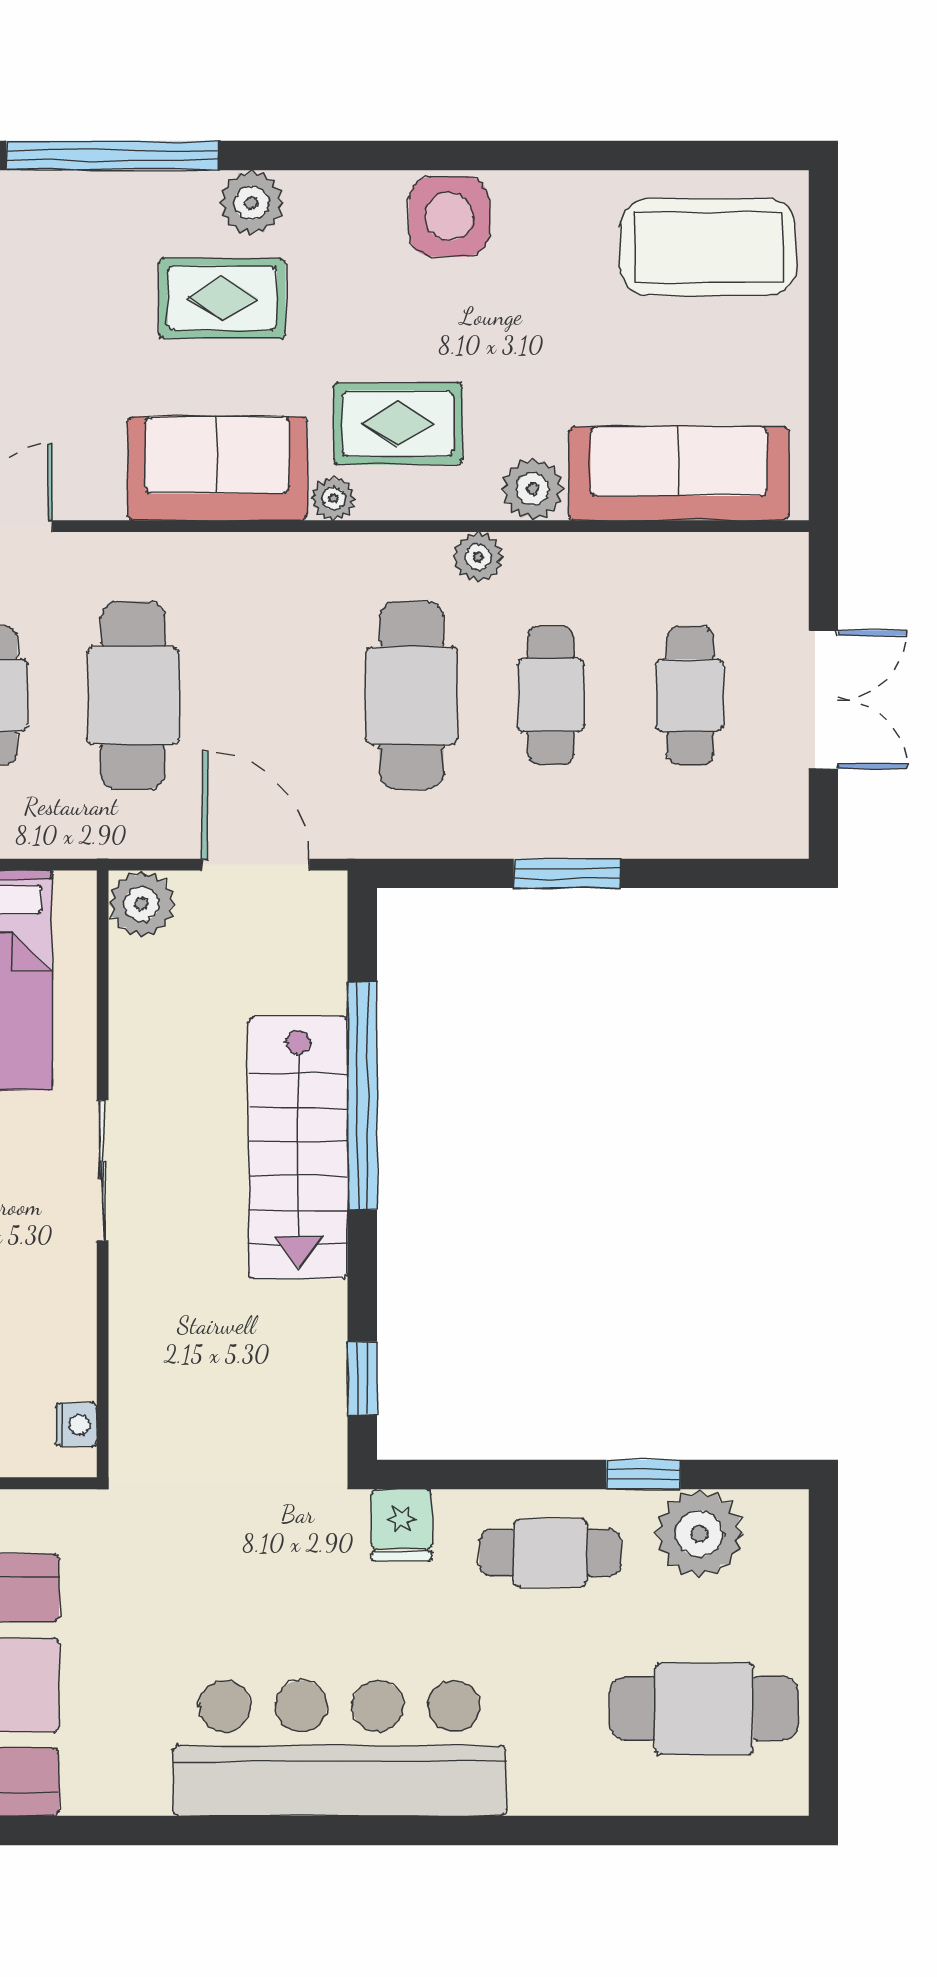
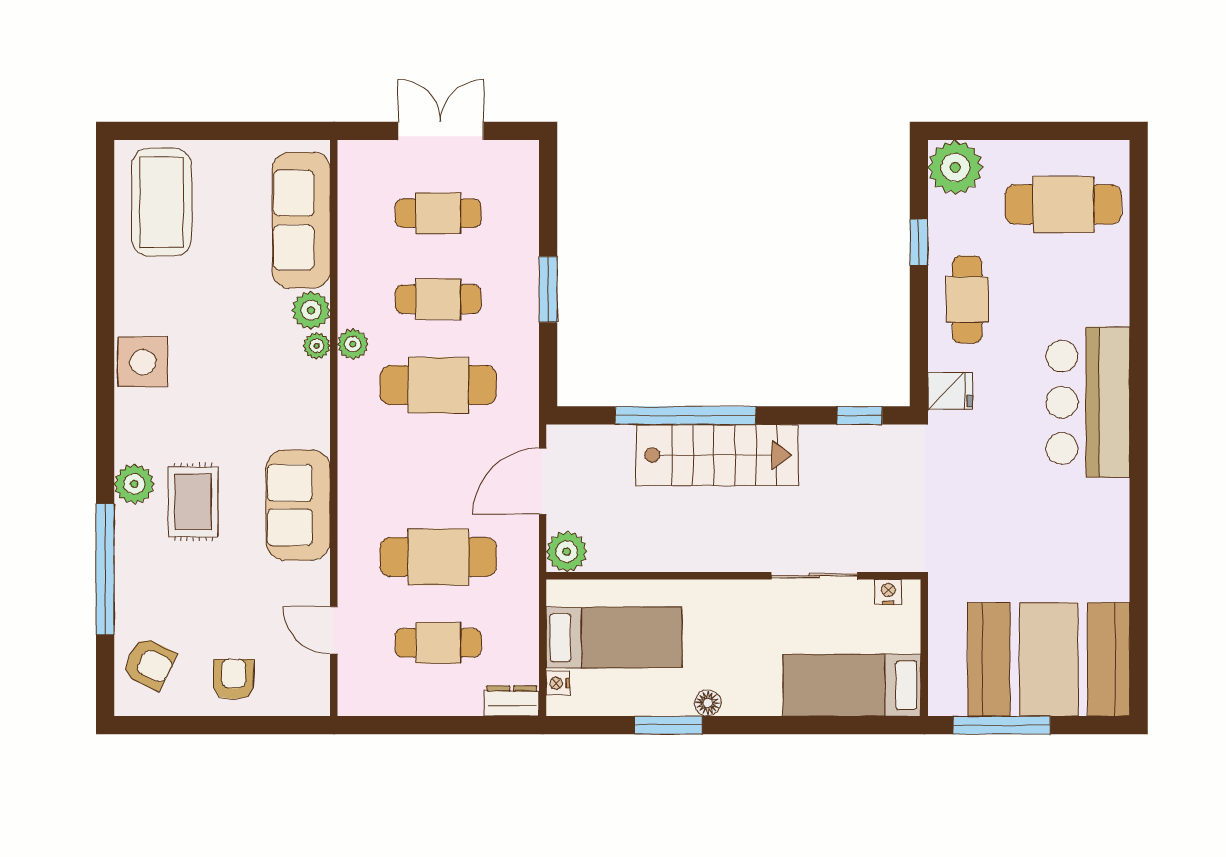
rug: (398, 424) -> (271, 394), removed
plant: (333, 498) -> (317, 346), moved
sliding door: (103, 1170) -> (814, 576), moved
plant: (699, 1533) -> (955, 167), moved
cafe table: (704, 1708) -> (1063, 204), turned 90
bar counter: (339, 1748) -> (1088, 402), width x0.73

